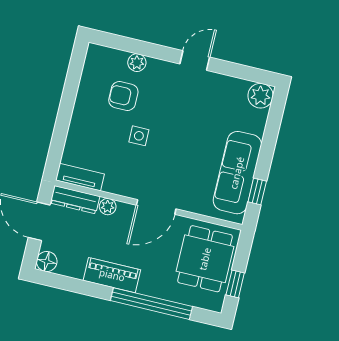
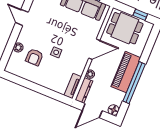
door: (156, 207) -> (94, 49), hinge flipped
piano: (112, 275) -> (126, 72), width x1.37, depth x1.33
window: (151, 304) -> (134, 83), moved

